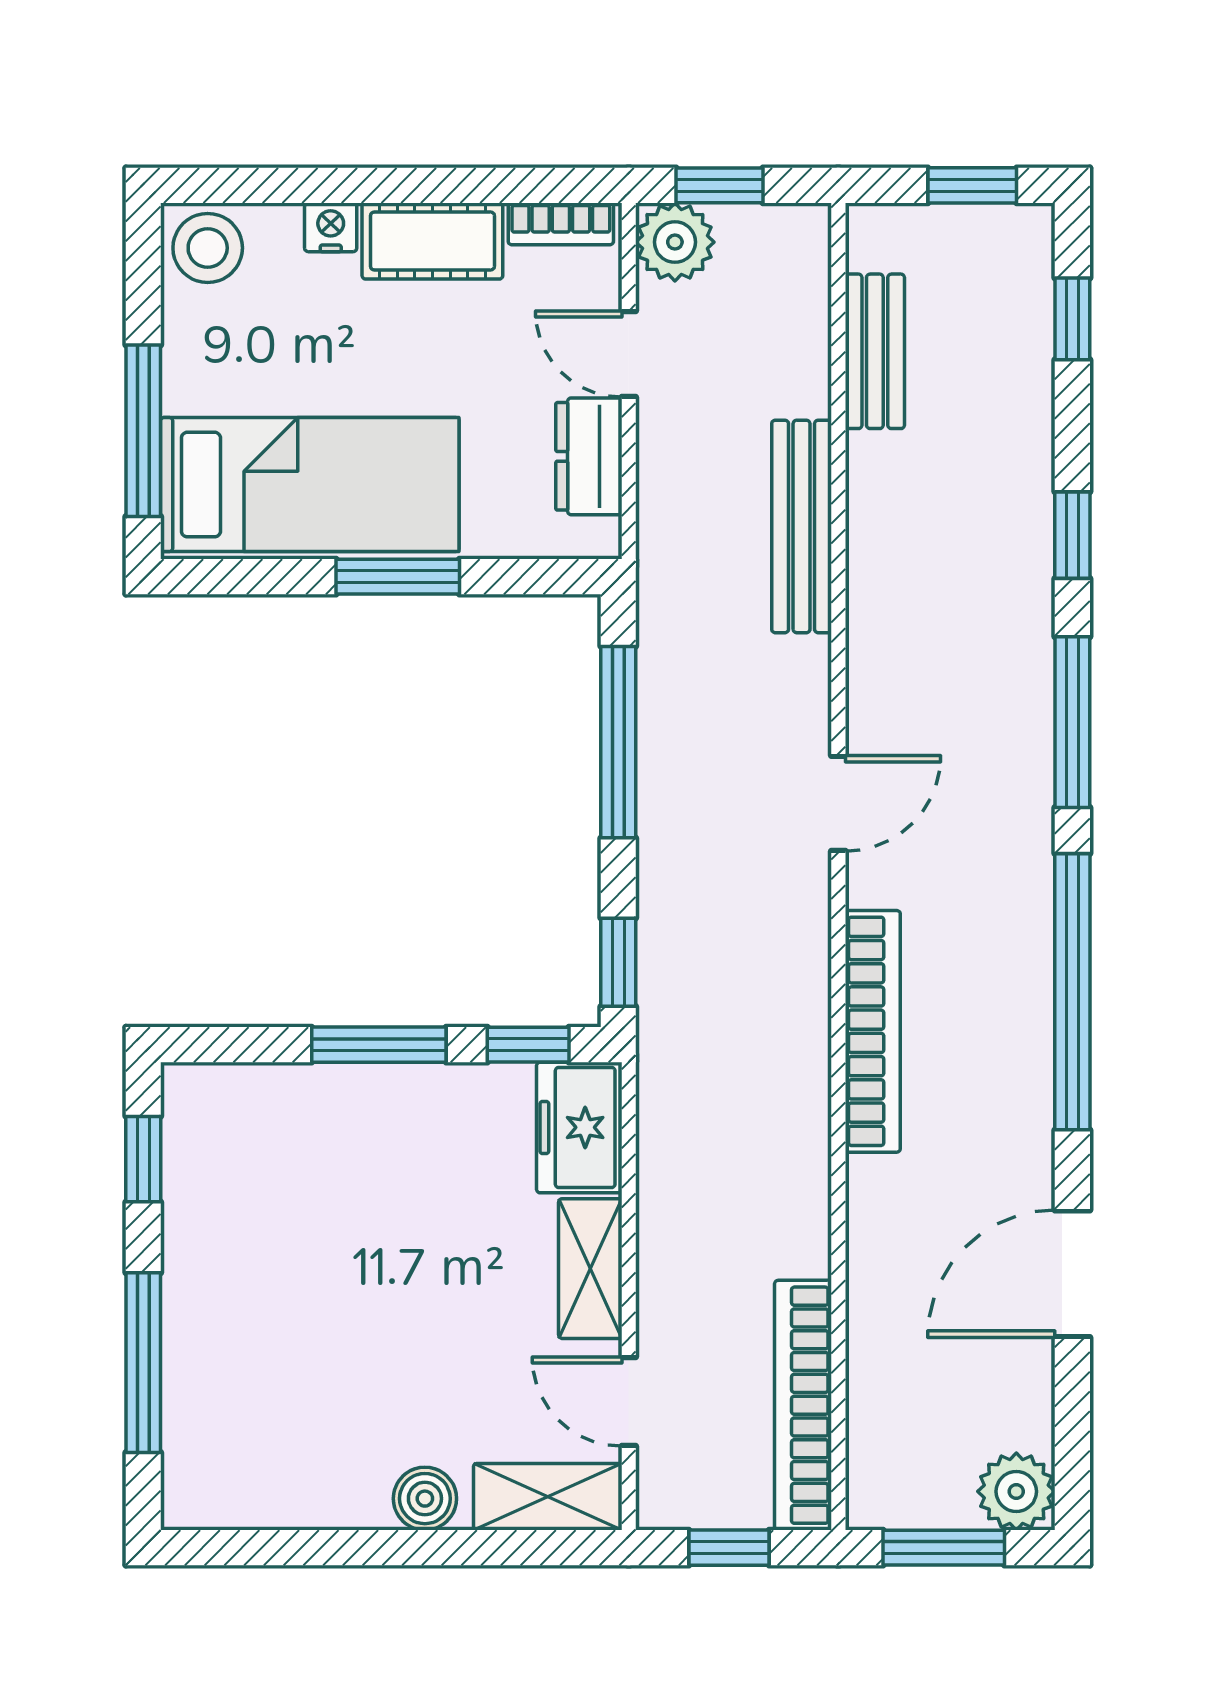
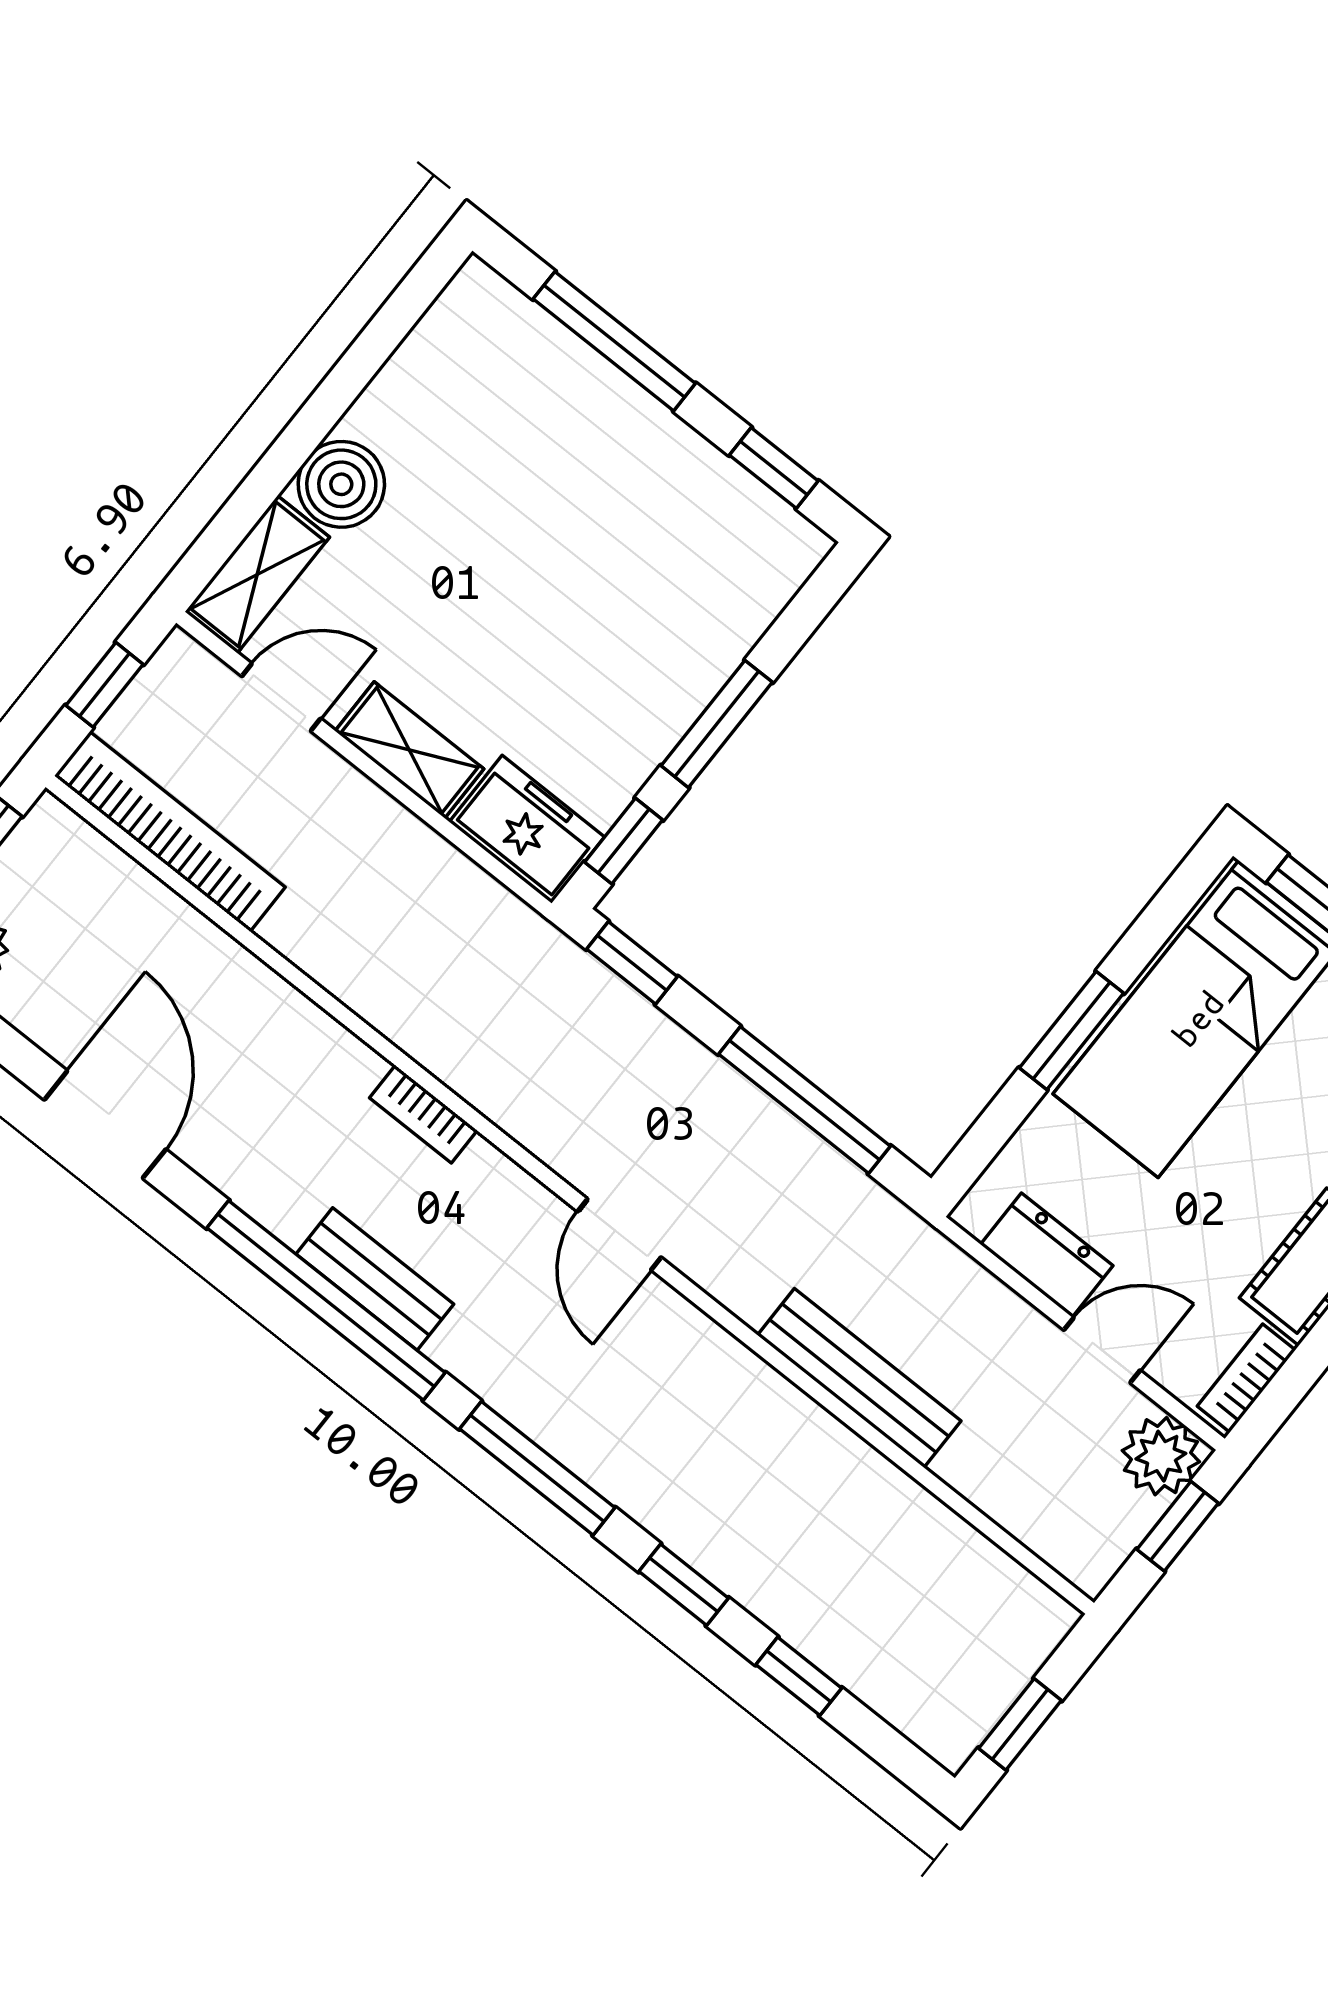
window: (1072, 319) -> (799, 1676), moved
bench: (875, 351) -> (375, 1279), moved
bookcase: (873, 1031) -> (423, 1114), width x0.43, depth x0.76
boiler: (425, 1499) -> (341, 484), width x1.36, depth x1.36

